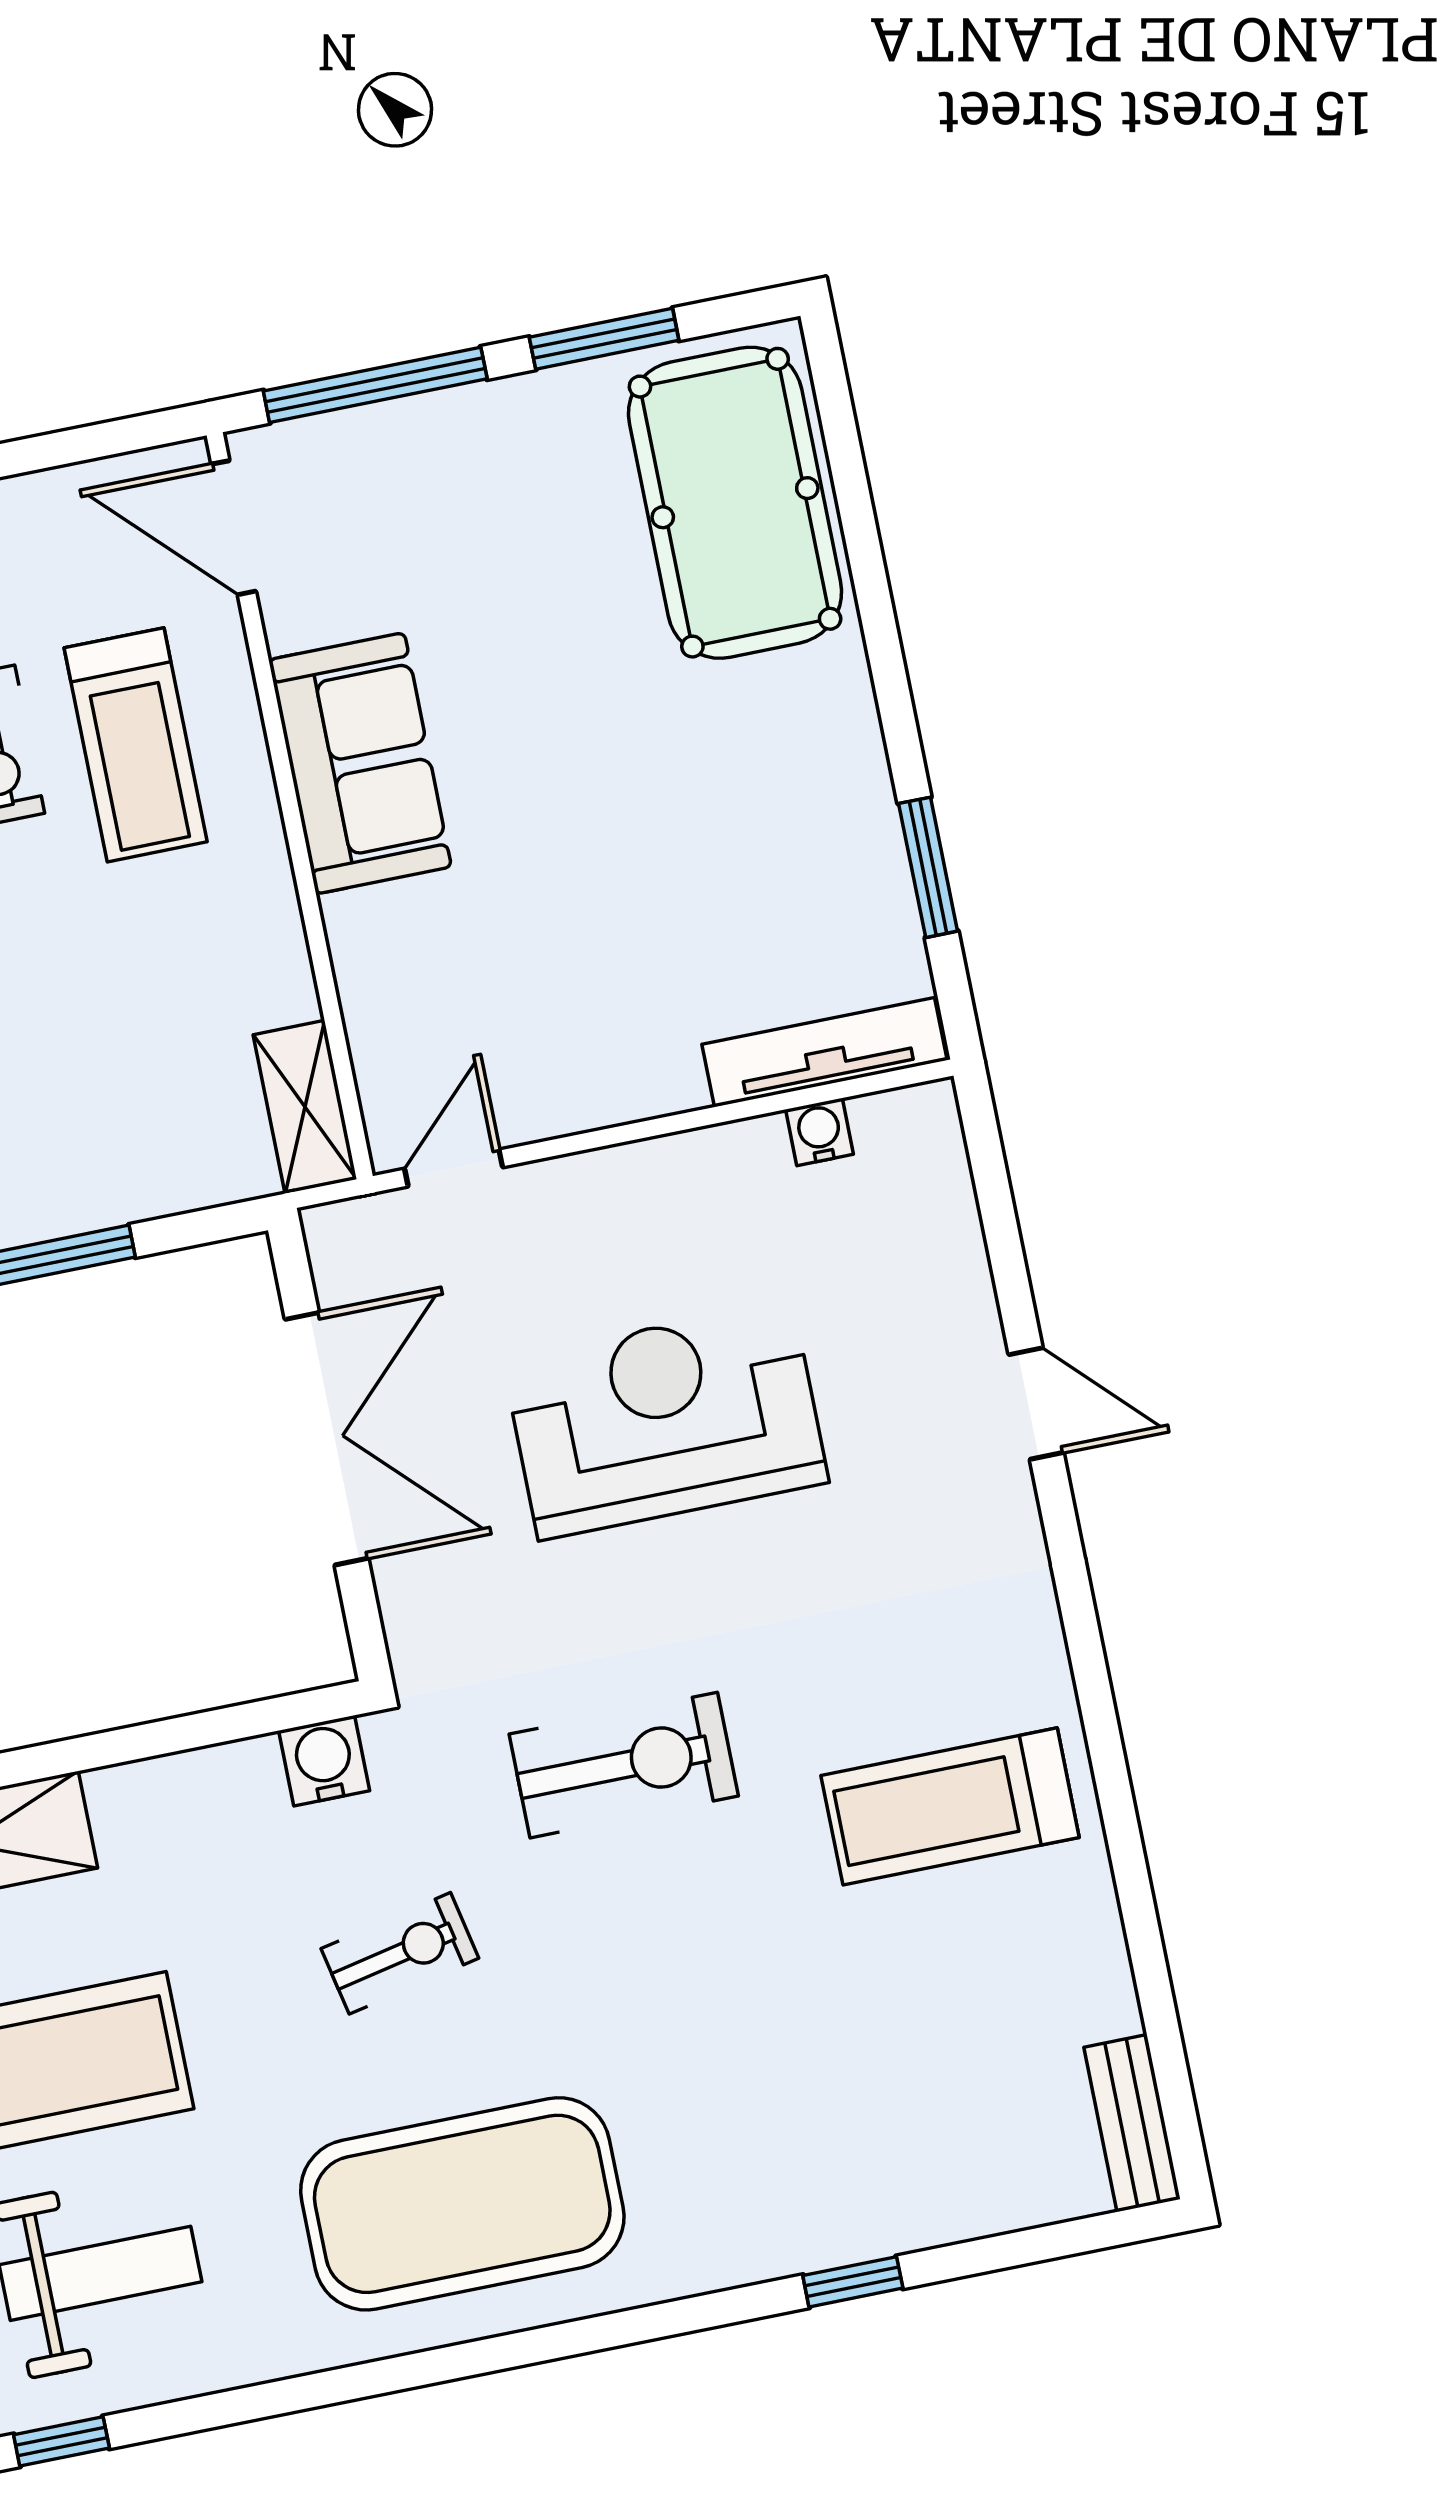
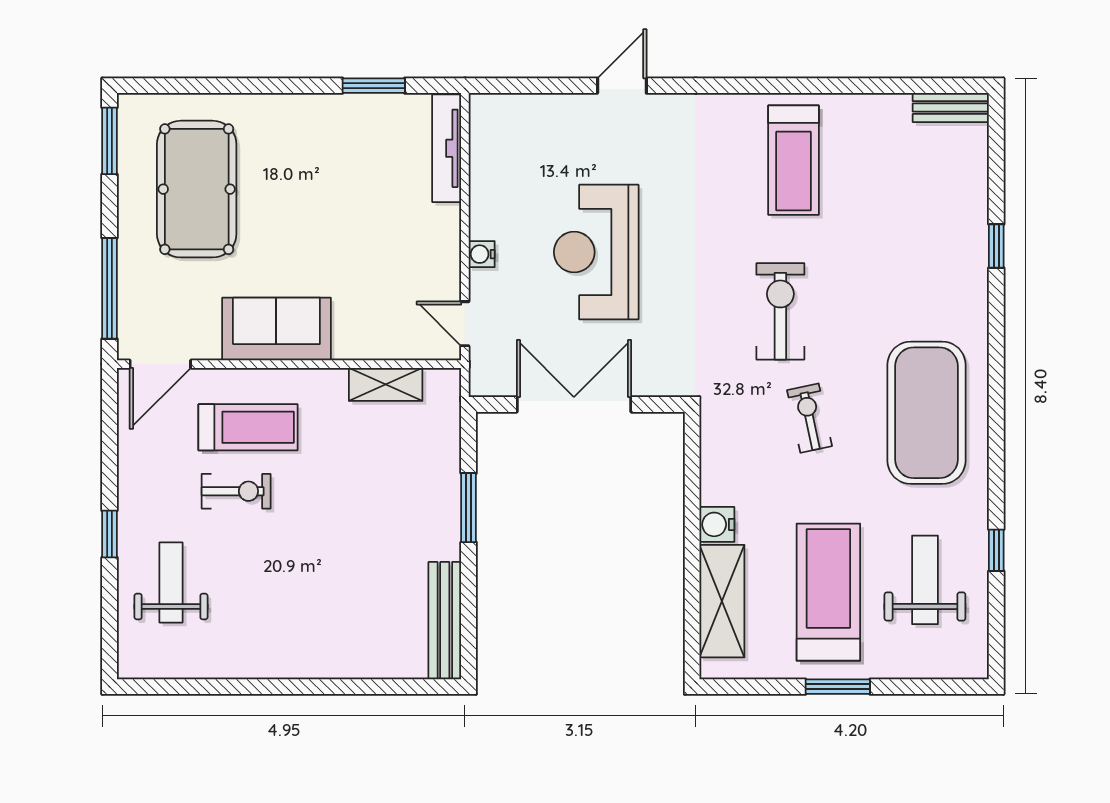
window: (604, 339) -> (109, 141), moved
pool table: (735, 503) -> (197, 189), moved, turned 90
shelving: (305, 1107) -> (386, 384), moved
water cooler: (819, 1132) -> (482, 254), moved
water cooler: (324, 1761) -> (717, 524), moved
exercise bike: (624, 1765) -> (780, 311), moved
window: (61, 2441) -> (996, 550), moved

